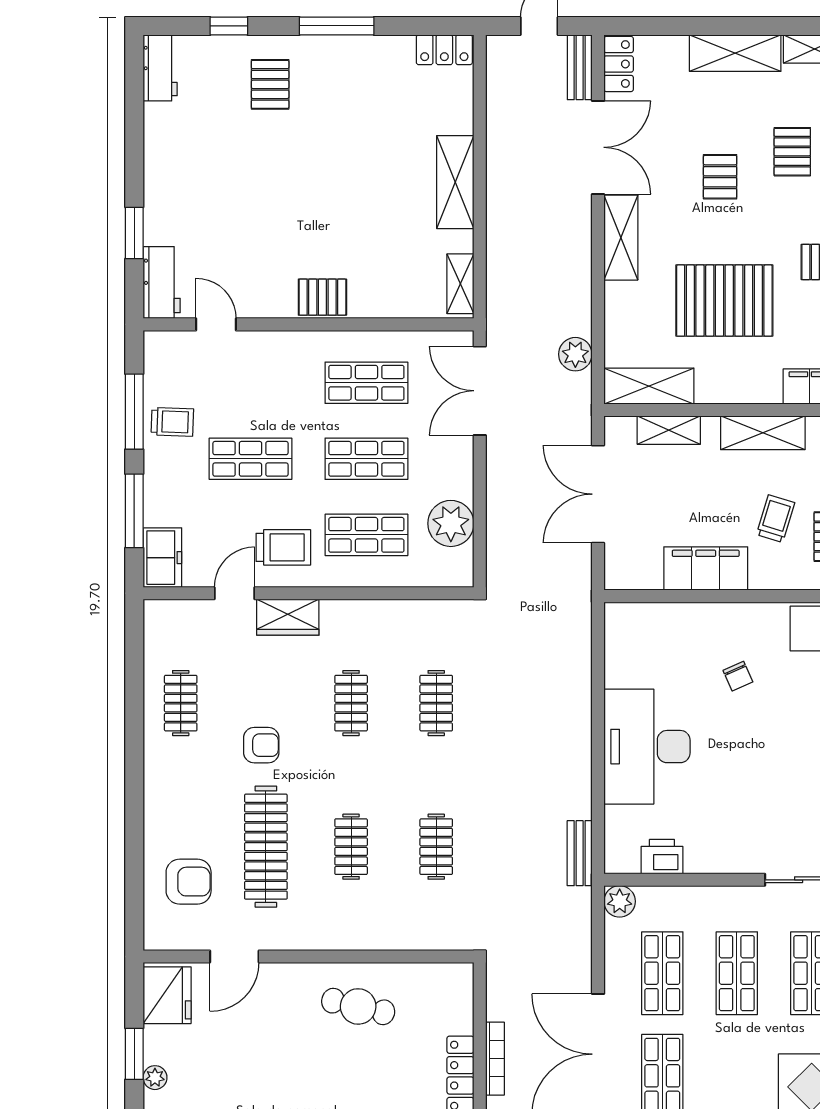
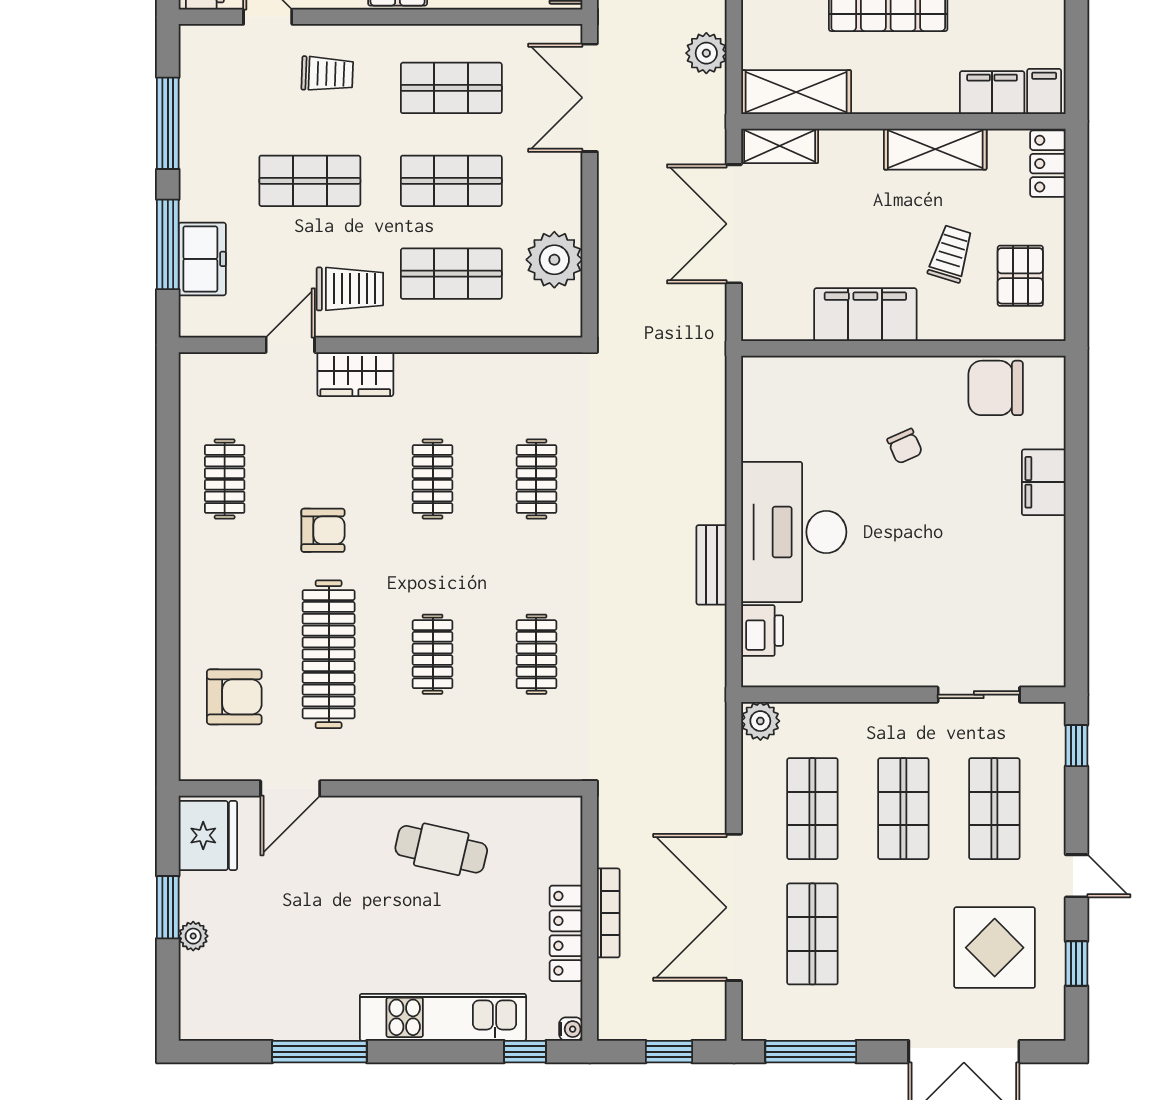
trolley: (172, 422) -> (327, 74), moved
shelving: (669, 430) -> (780, 146), moved
freezer: (162, 558) -> (202, 259), moved
bench: (580, 853) -> (712, 565), moved
printer: (662, 857) -> (762, 631), moved, turned 90

